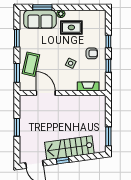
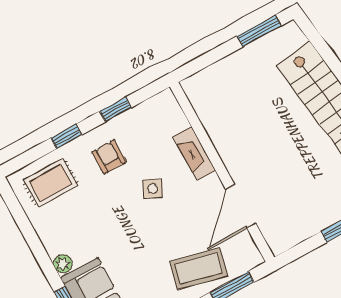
rug: (71, 27) -> (51, 183), moved, turned 90
fireplace: (88, 86) -> (194, 153), moved

